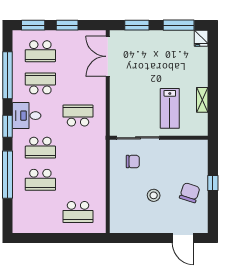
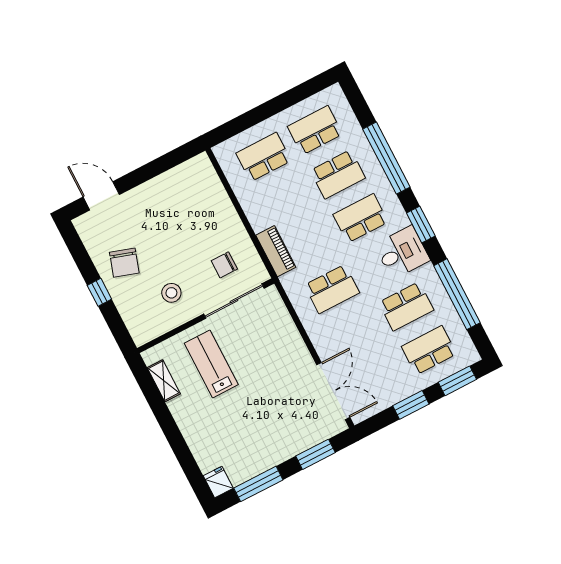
shelving: (202, 100) -> (164, 381), moved
piano: (99, 154) -> (276, 251), added
school desk: (40, 180) -> (338, 174), turned 180
stool: (154, 195) -> (171, 293), moved
school desk: (40, 212) -> (315, 130), added

